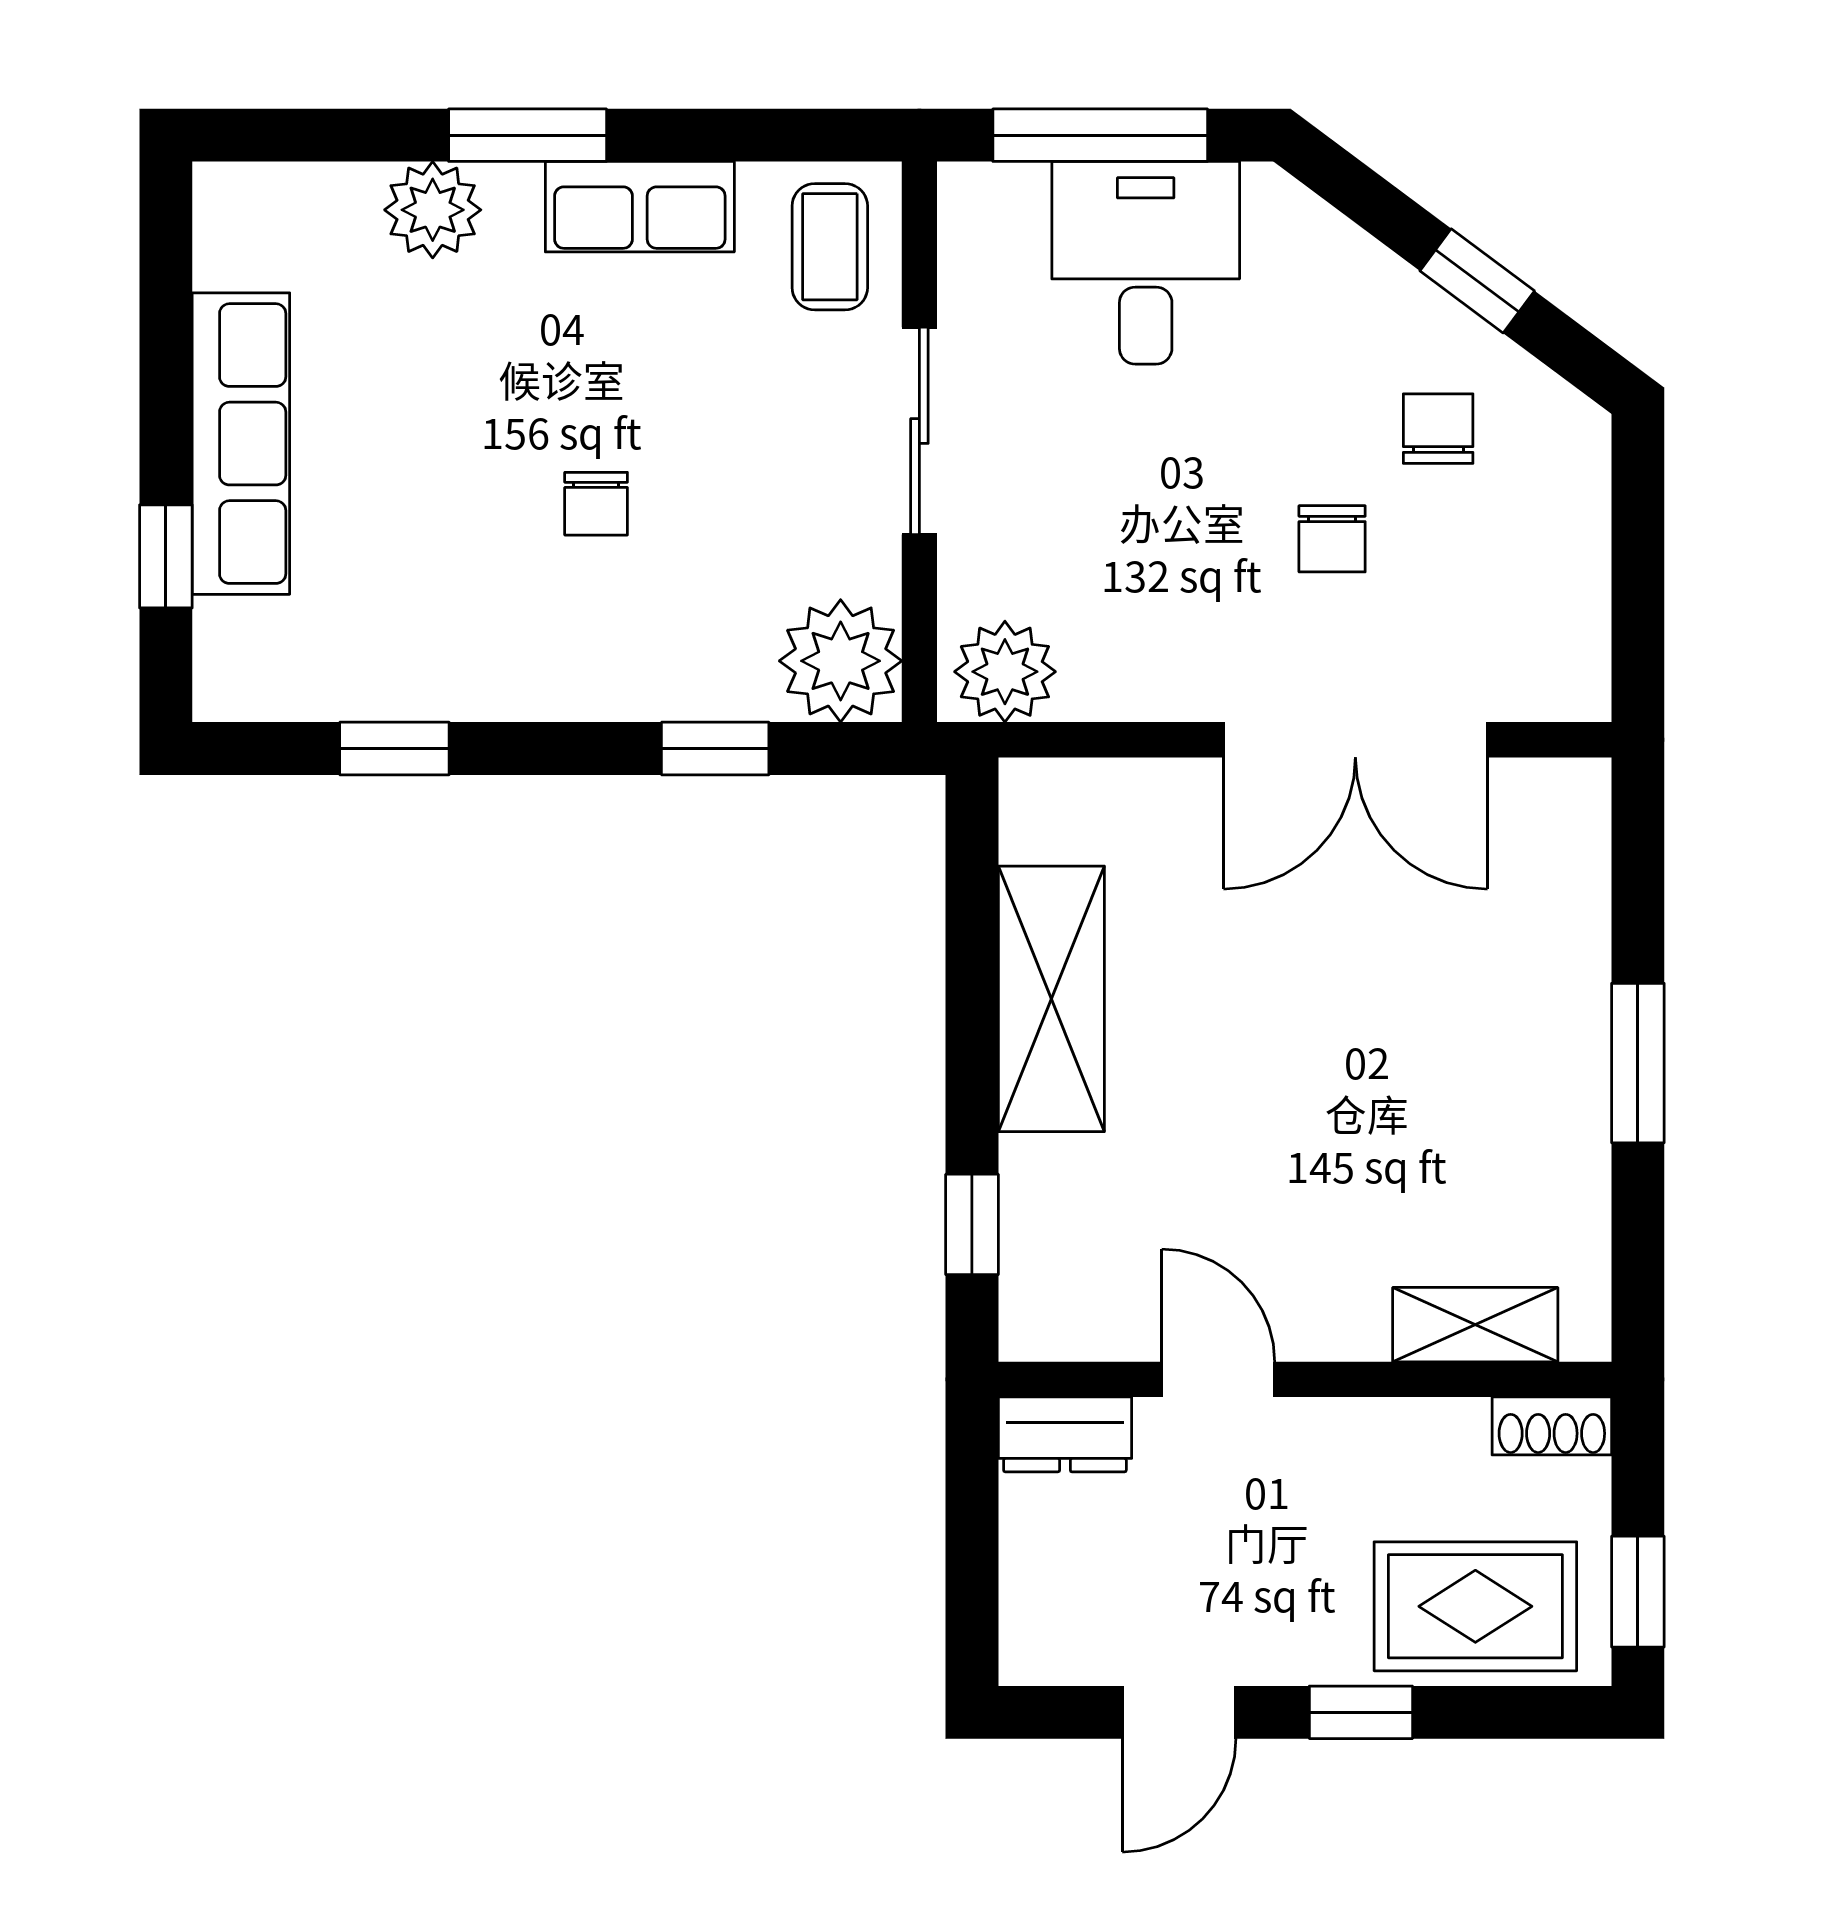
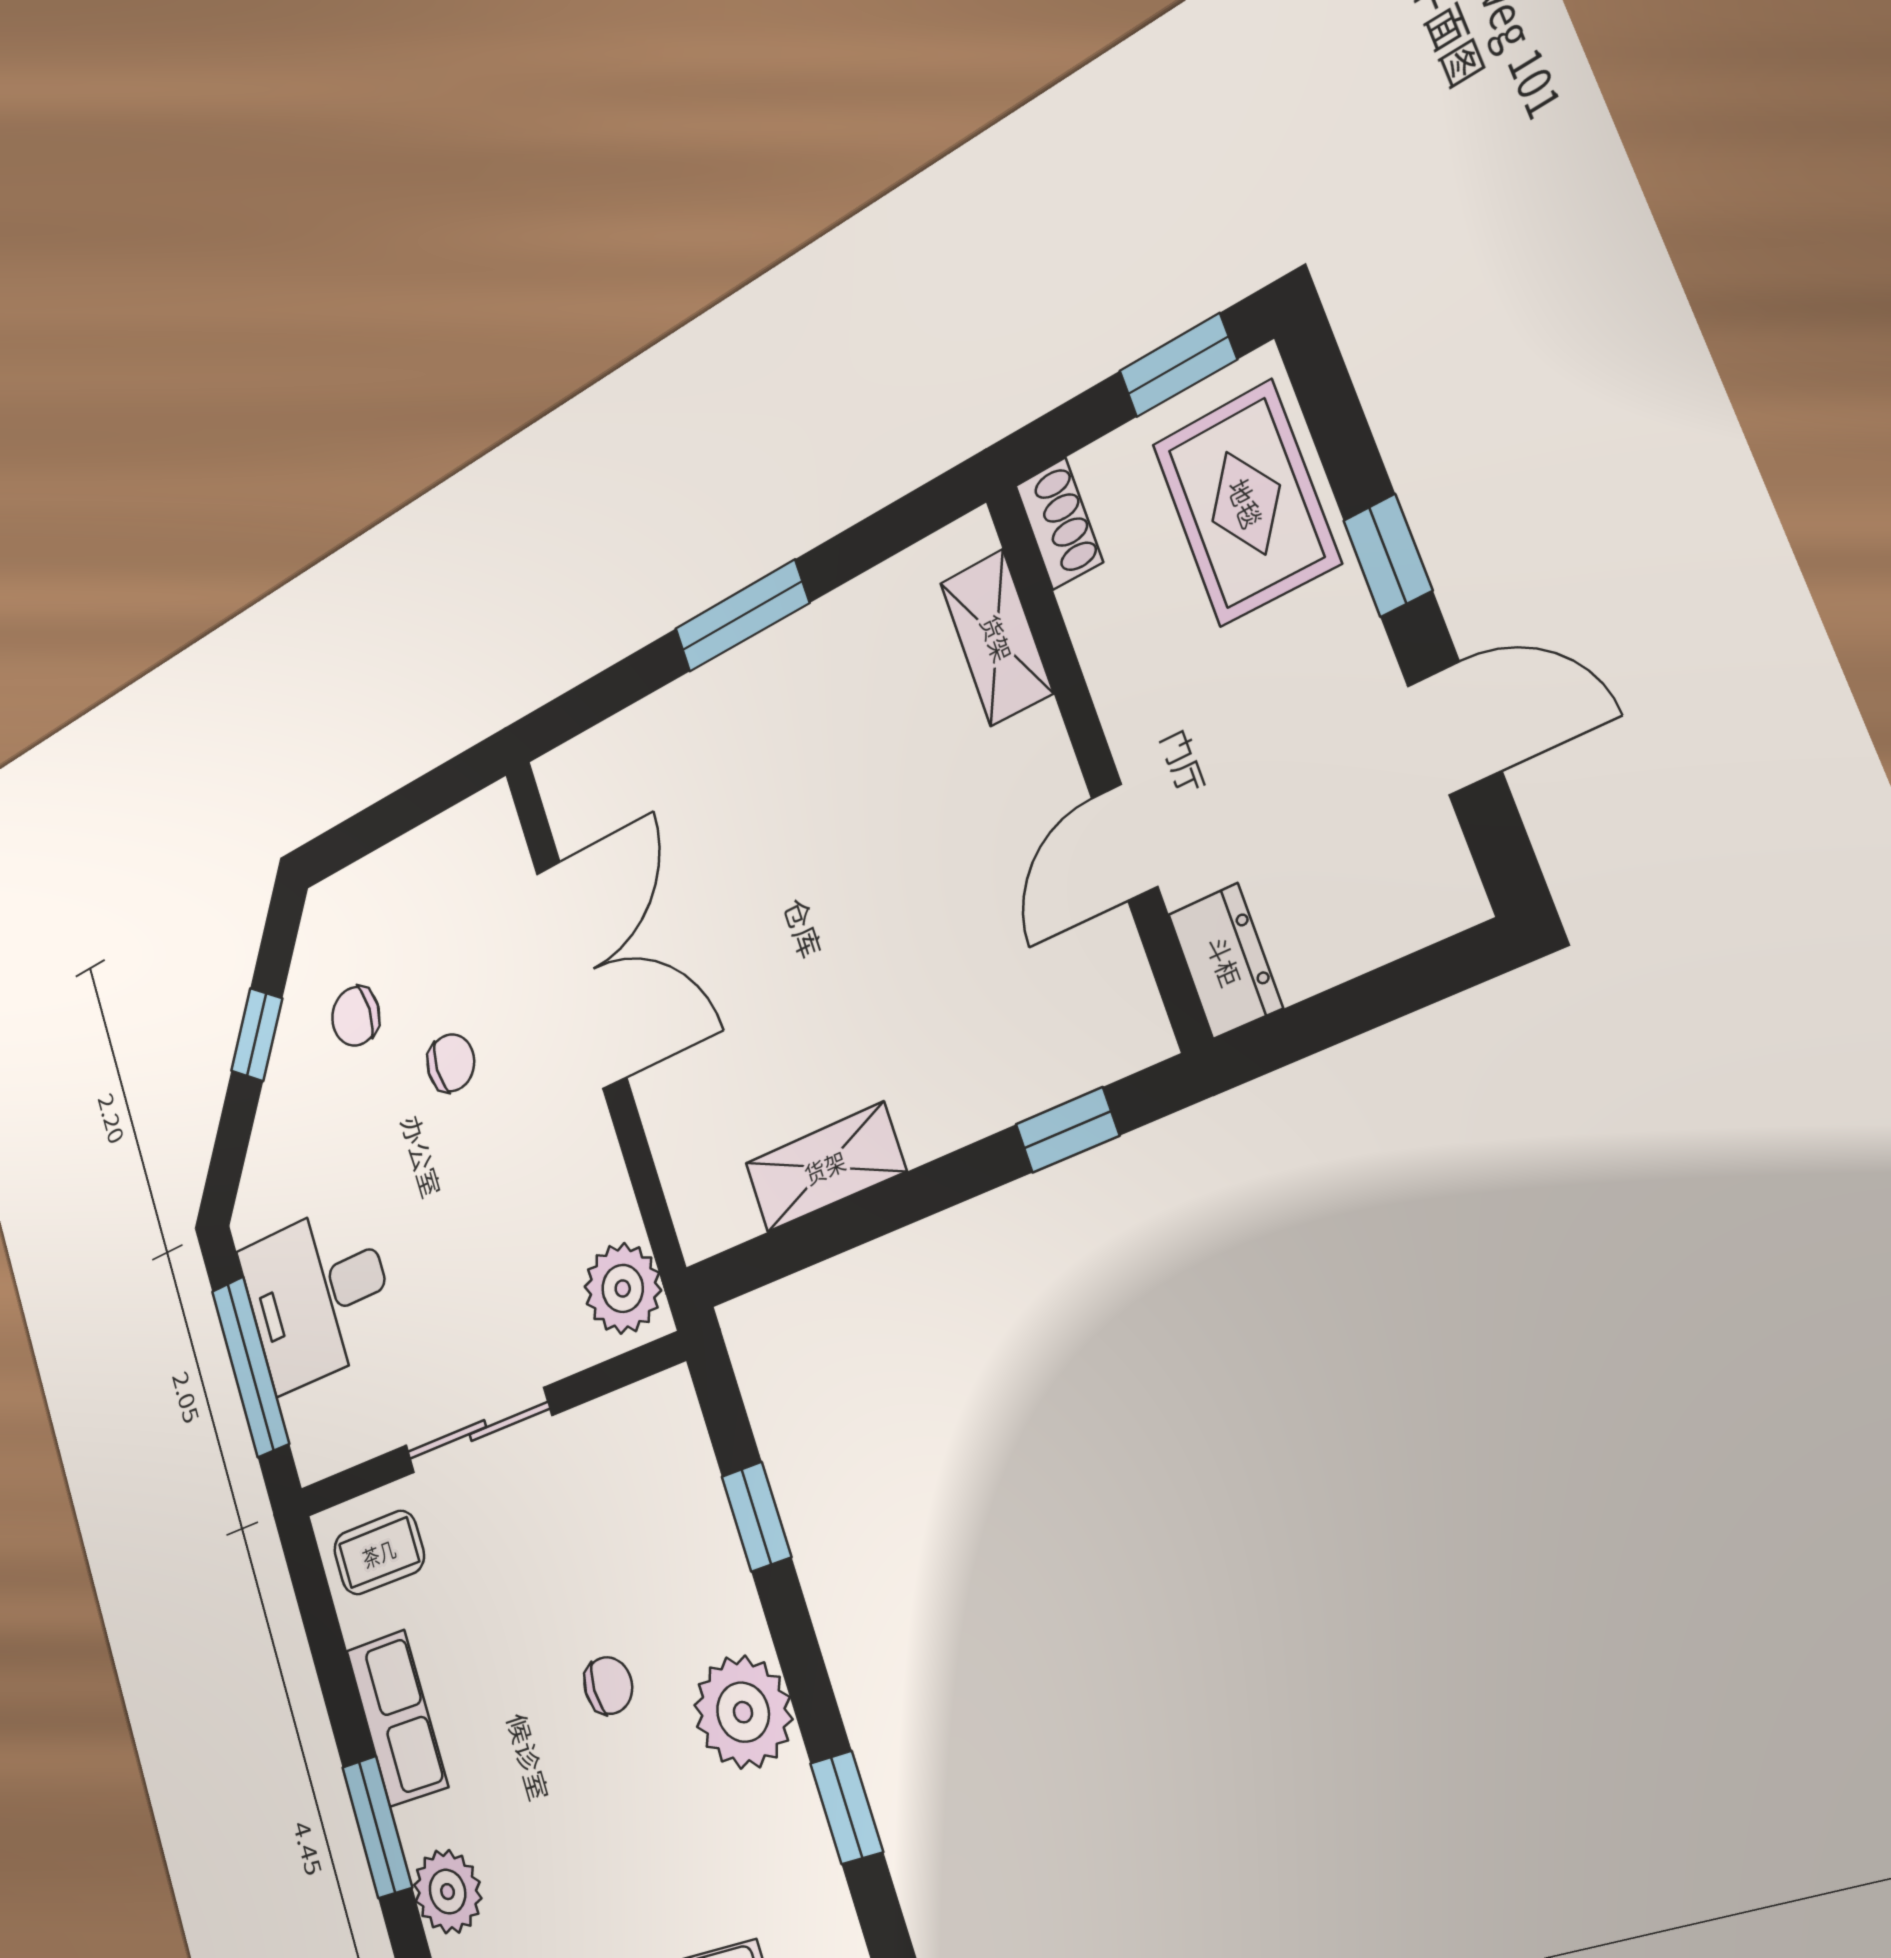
plant: (841, 661) -> (743, 1712), moved
shelving: (1051, 999) -> (825, 1167), width x0.67, depth x0.75

